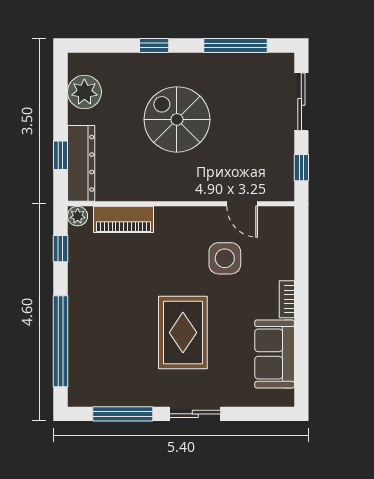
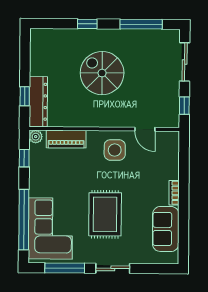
plant: (84, 92) -> (41, 54), removed
side table: (225, 258) -> (115, 150), moved
corner sofa: (101, 354) -> (50, 228), added

